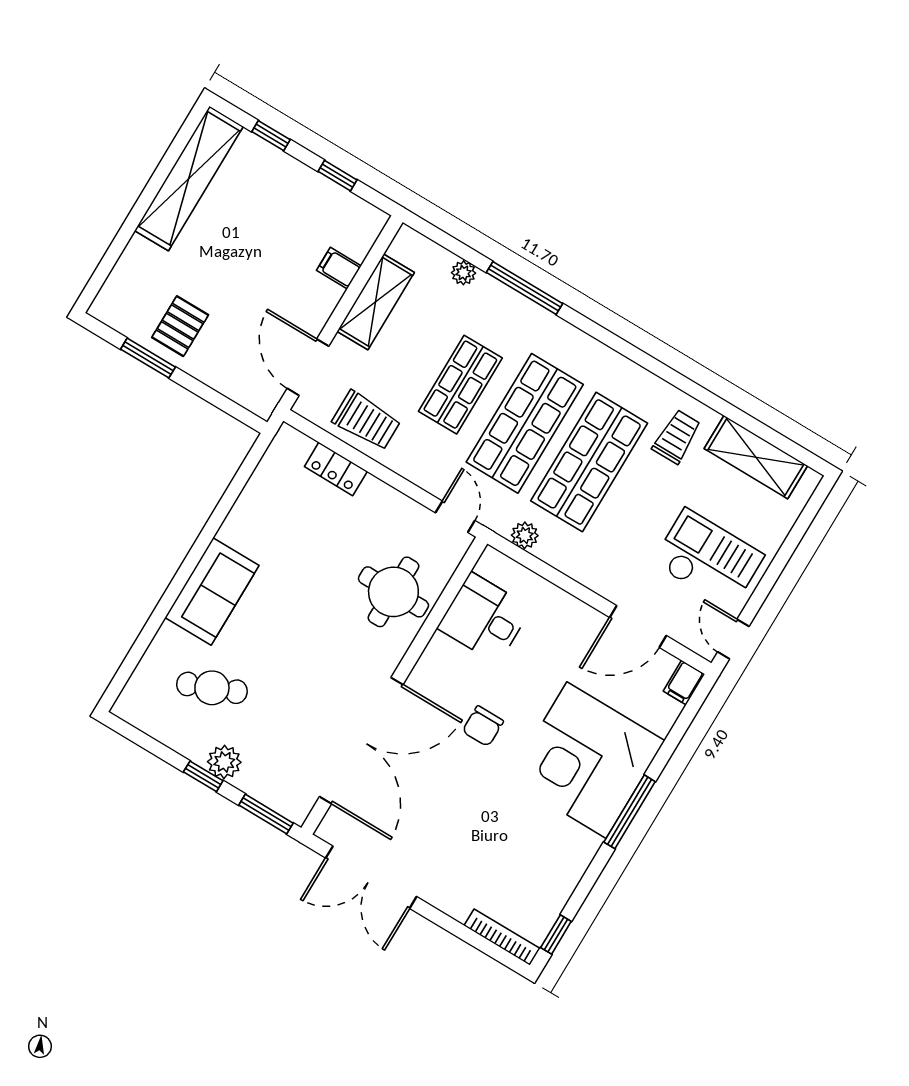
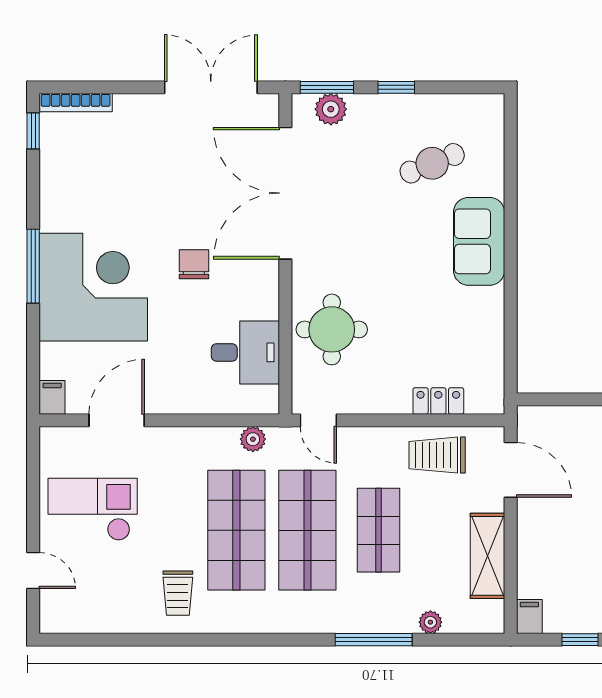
filing cabinet: (339, 268) -> (529, 617), moved, turned -90
shelving: (756, 457) -> (104, 615), removed
checkout: (708, 559) -> (93, 509), turned 180
door: (733, 639) -> (33, 571), moved
plant: (224, 762) -> (331, 109), moved

